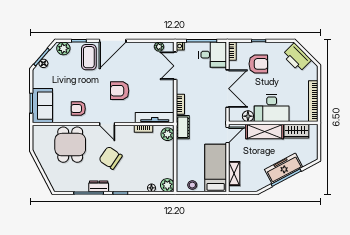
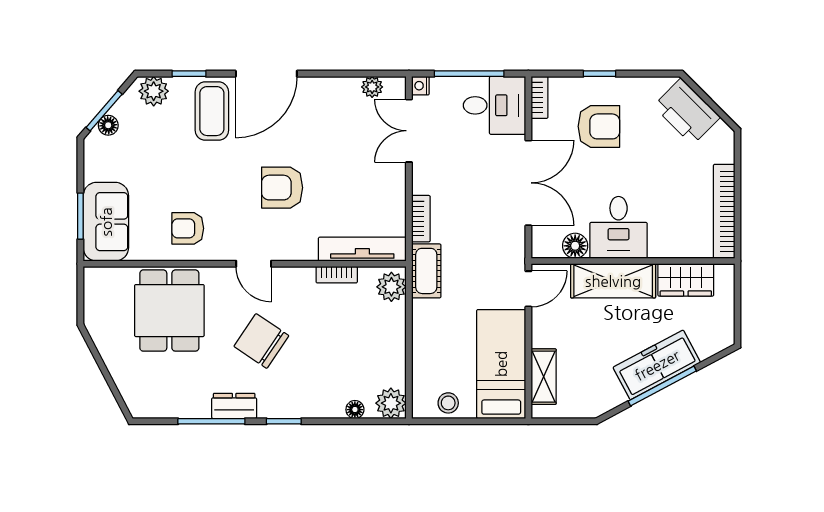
desk: (272, 108) -> (619, 227), width x0.73

